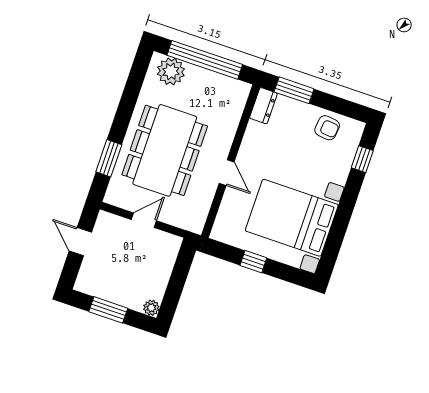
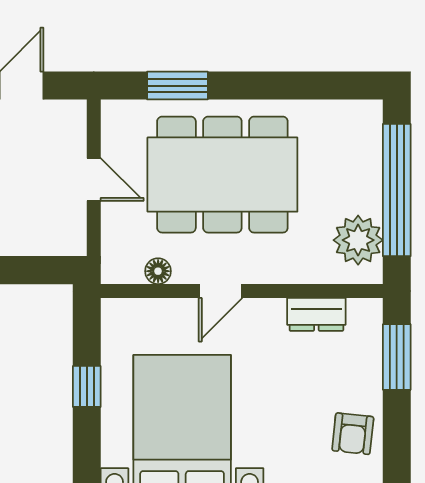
plant: (171, 71) -> (358, 240), moved
dresser: (263, 106) -> (316, 314), moved
floor lamp: (205, 202) -> (158, 271), added

